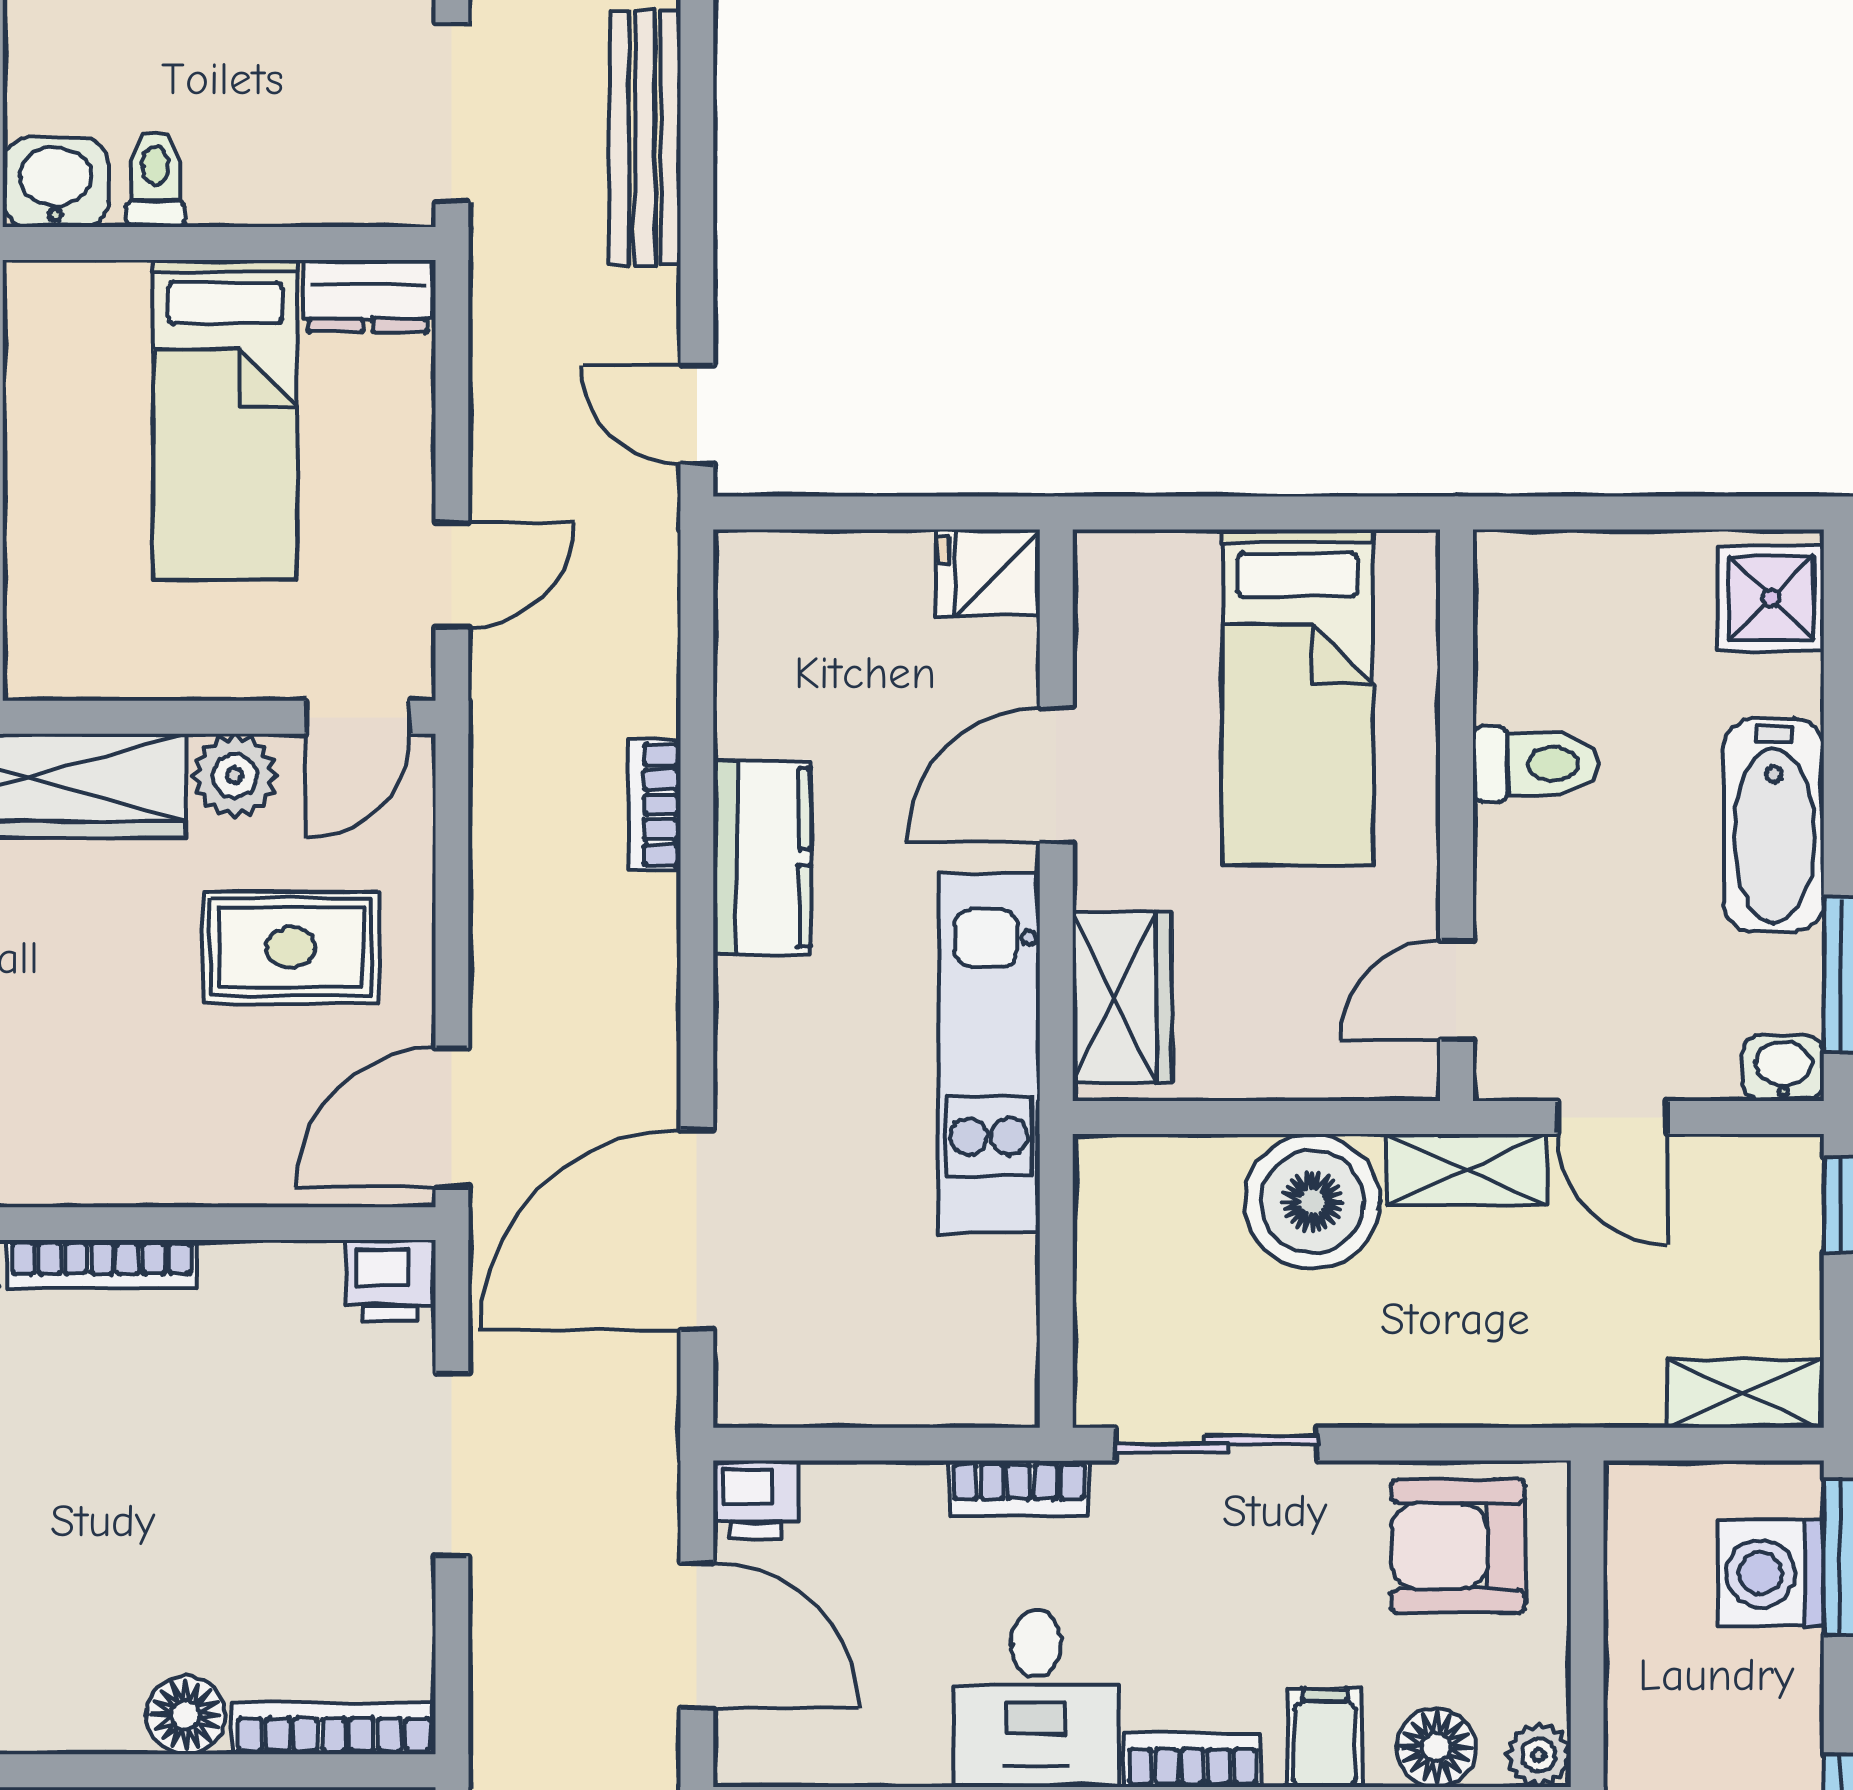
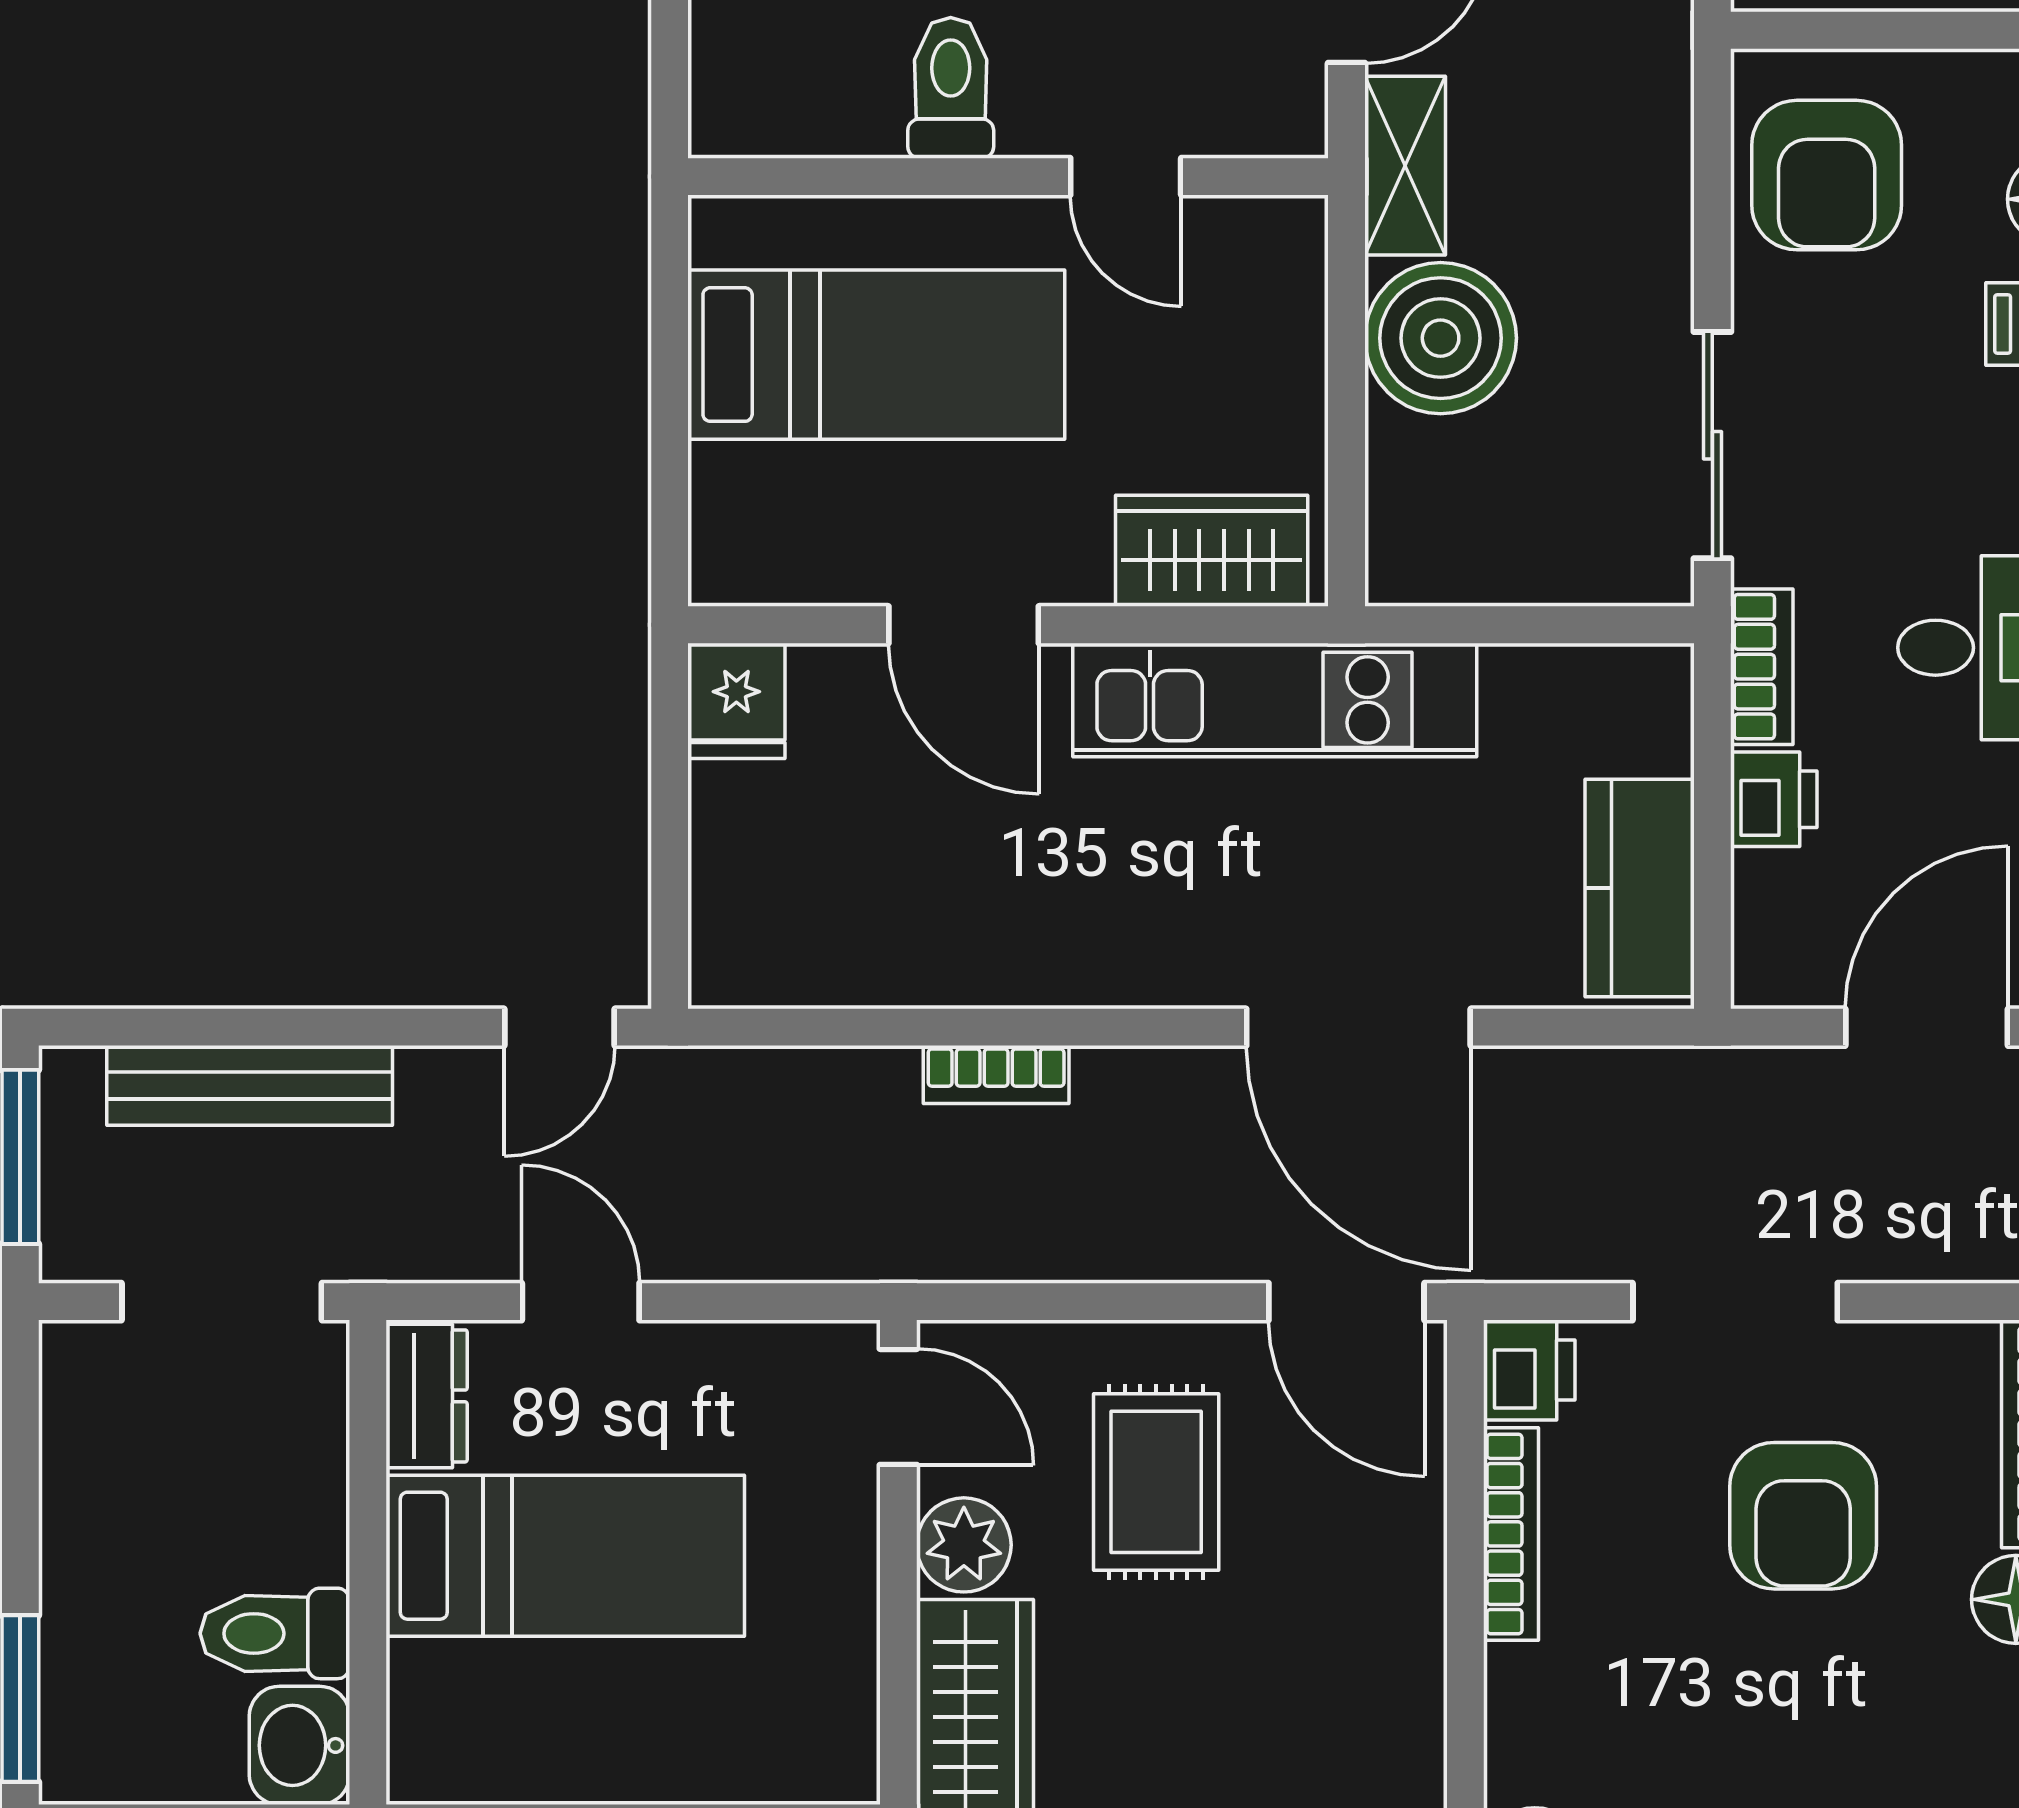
toilet: (156, 179) -> (275, 1633), width x1.37, depth x1.39
door: (452, 575) -> (581, 1302), moved
kitchen counter: (762, 857) -> (1640, 888), moved, turned -90
door: (1456, 990) -> (1126, 177), moved
door: (697, 1230) -> (1358, 1027), moved
bookcase: (102, 1264) -> (1511, 1534), moved
printer: (756, 1499) -> (1774, 799), moved
armchair: (261, 1525) -> (1803, 1516), added

